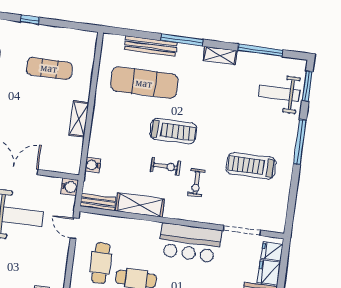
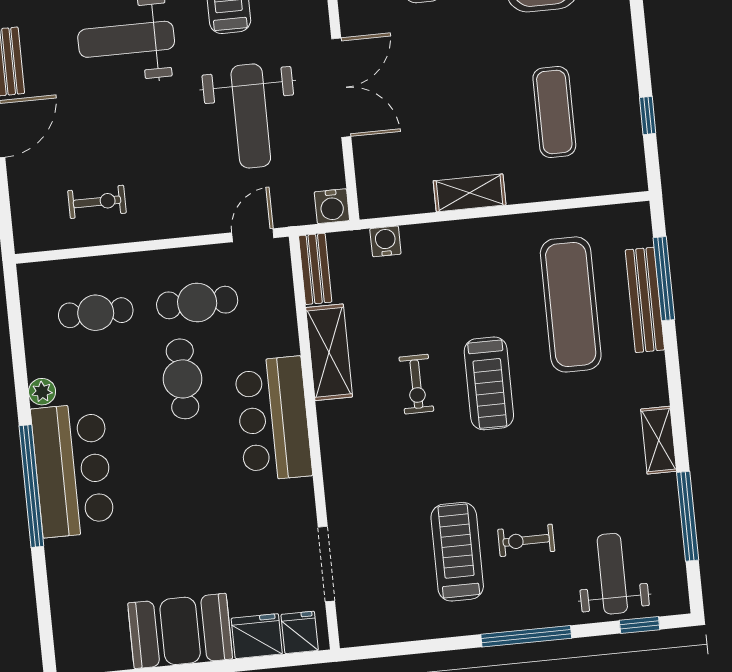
window: (30, 20) -> (648, 115), moved
window: (182, 40) -> (664, 279), moved
window: (307, 86) -> (640, 625), width x0.67
exercise bike: (196, 183) -> (526, 540), moved
bar counter: (190, 243) -> (273, 419), moved

